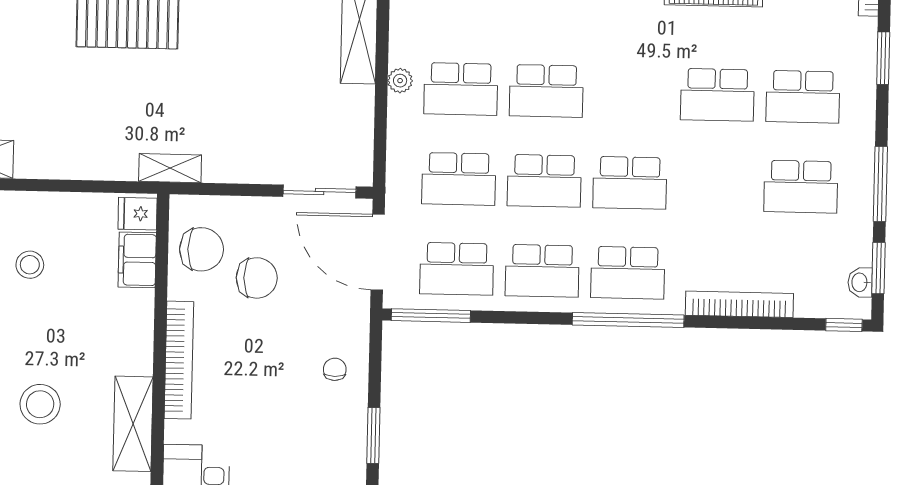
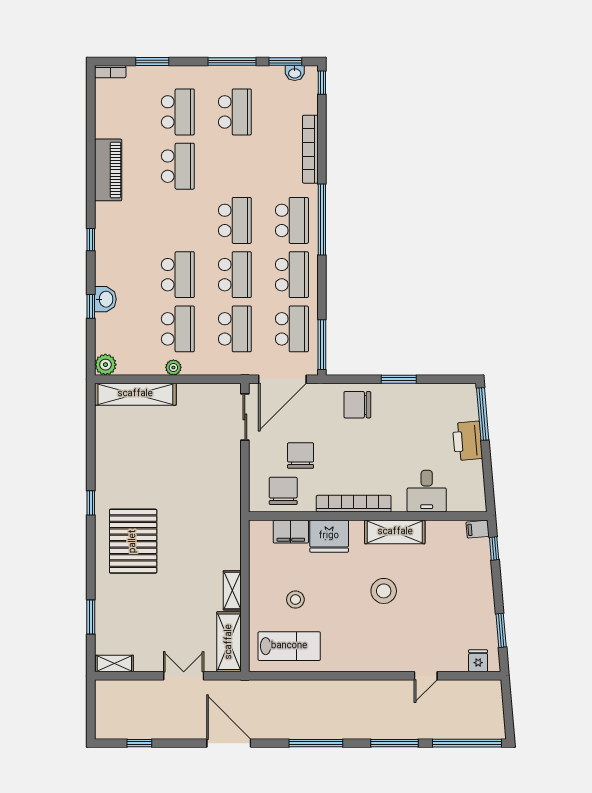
shelving: (170, 168) -> (232, 590), moved
fridge: (138, 214) -> (329, 536), moved, width x1.88, depth x1.34
chair: (335, 369) -> (357, 405), width x1.87, depth x1.87

